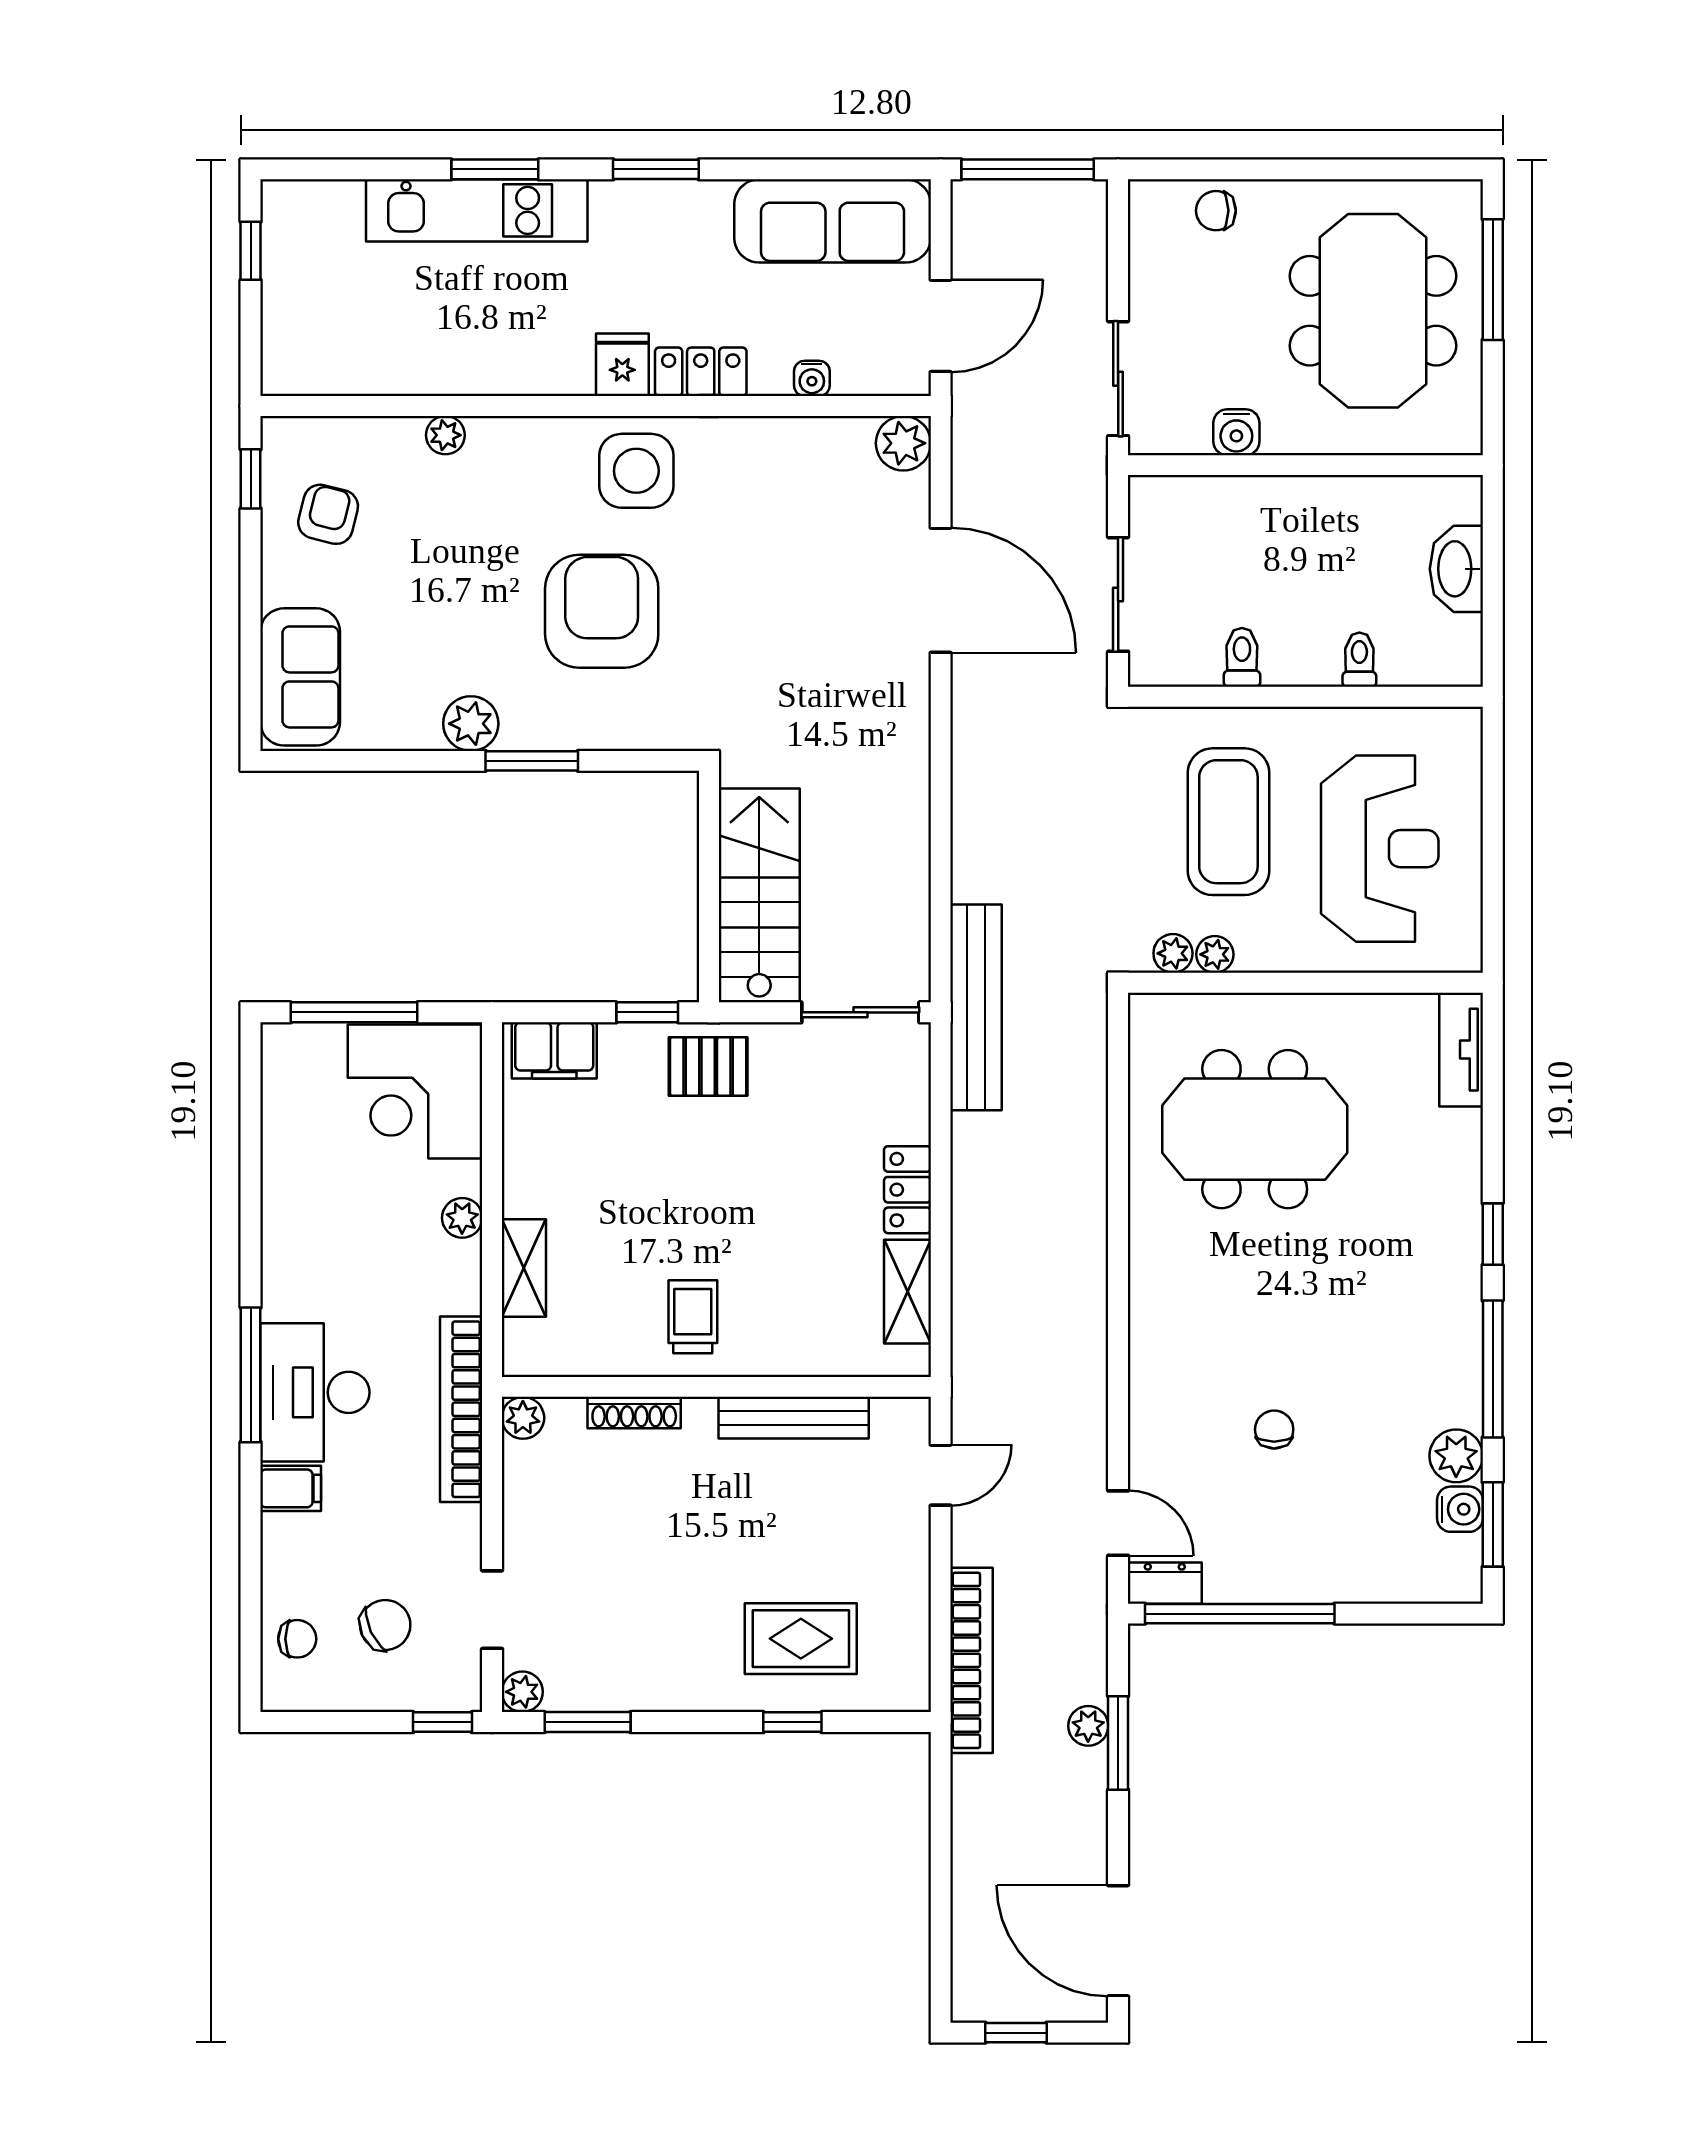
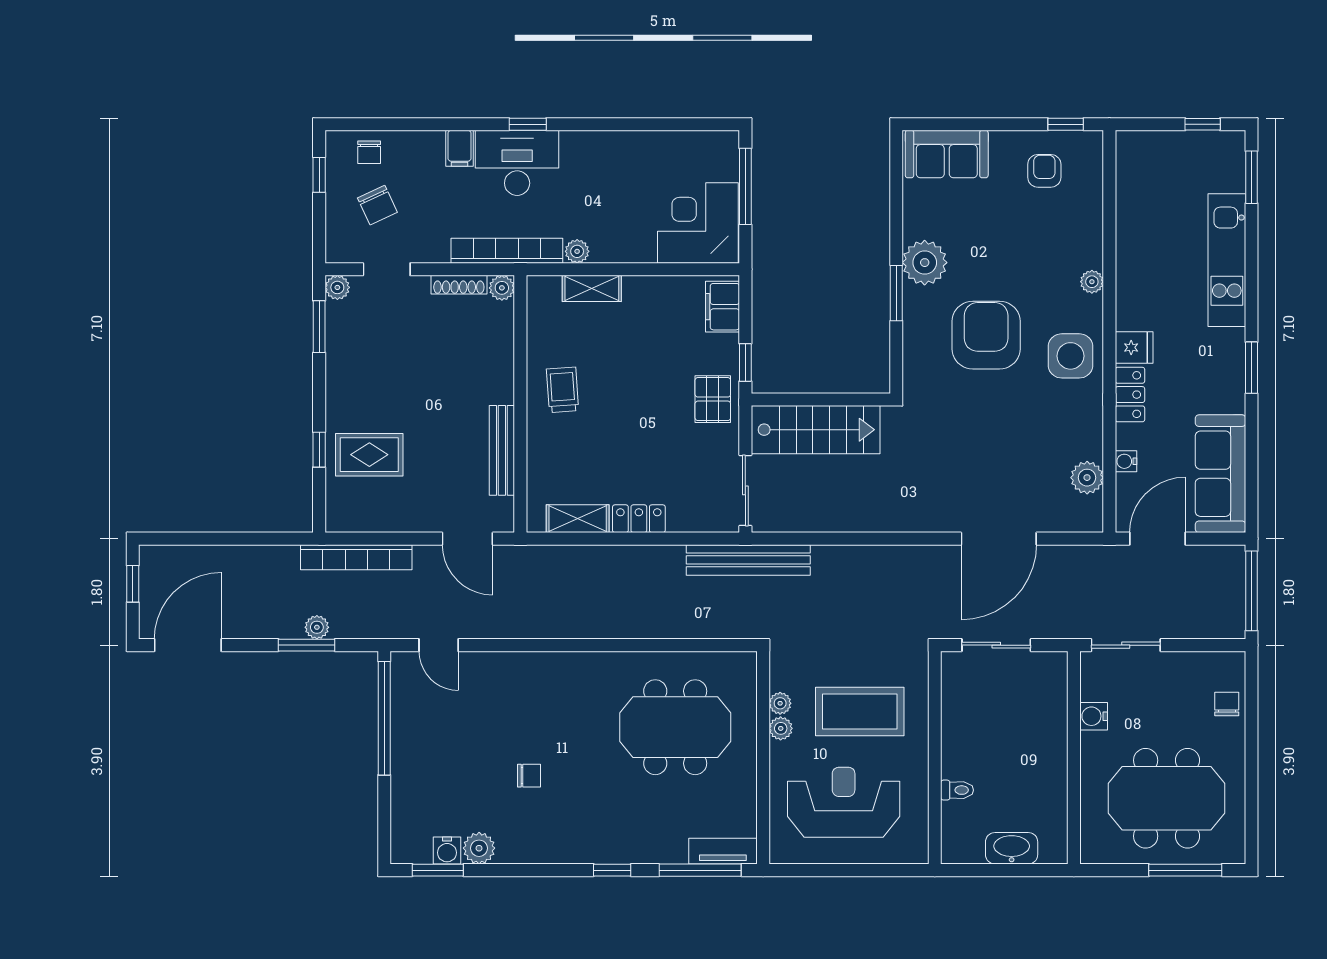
window: (495, 169) -> (1251, 177), moved
door: (941, 326) -> (1158, 539), swing flipped
plant: (445, 435) -> (1092, 282), moved
plant: (903, 443) -> (1087, 478), moved
armchair: (328, 514) -> (1044, 171), turned -104
armchair: (602, 611) -> (986, 335), turned -90
toilet: (1242, 657) -> (958, 720), removed
plant: (471, 724) -> (925, 263), width x1.36, depth x1.36
reception desk: (1380, 849) -> (844, 802), turned 180
plant: (1173, 953) -> (781, 728), moved
meeting table: (1255, 1129) -> (675, 727), turned 90
plant: (462, 1218) -> (577, 251), moved
trolley: (693, 1317) -> (563, 390), turned -94
window: (1493, 1369) -> (700, 870), moved
window: (251, 1375) -> (528, 124), width x0.46
shoe rack: (634, 1413) -> (459, 285), moved, turned -90
chair: (1274, 1429) -> (529, 776), moved
door: (941, 1475) -> (467, 539), width x1.38
door: (1118, 1523) -> (439, 645), hinge flipped
dresser: (1165, 1583) -> (403, 673), removed
rug: (801, 1639) -> (369, 455), turned 90
window: (443, 1722) -> (319, 175), moved

